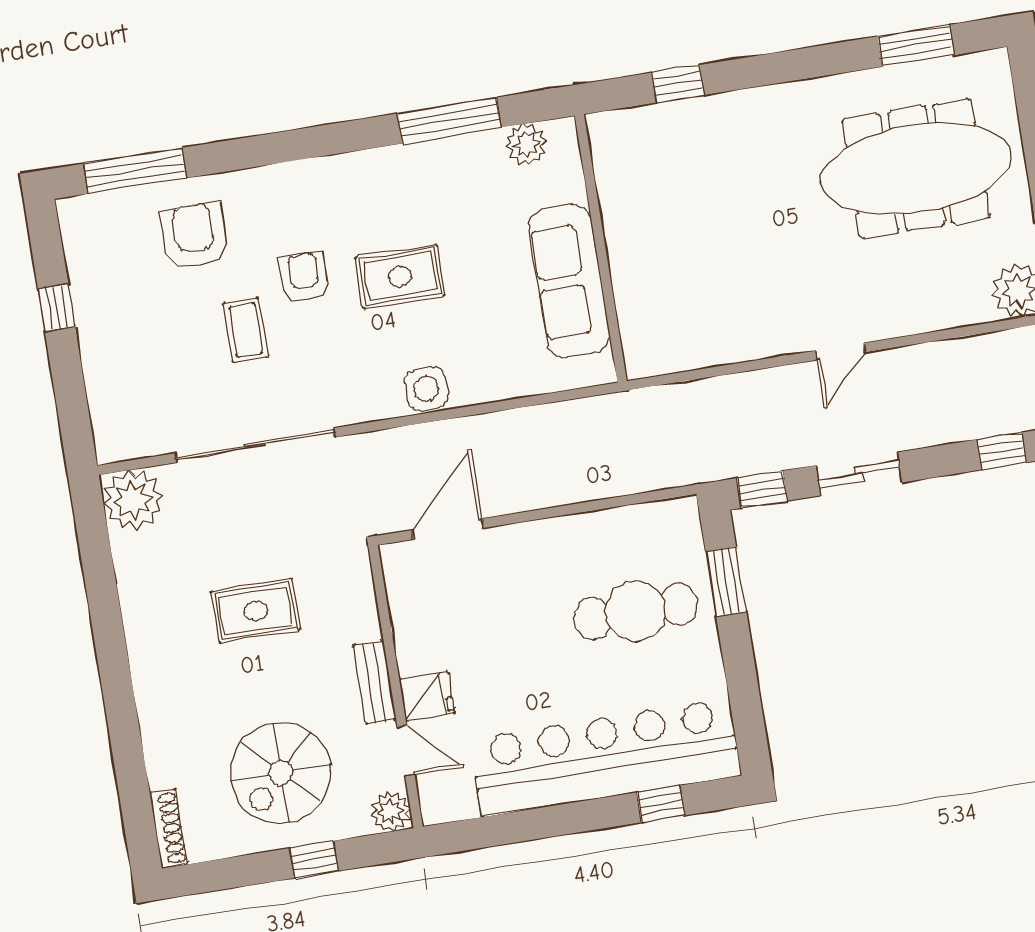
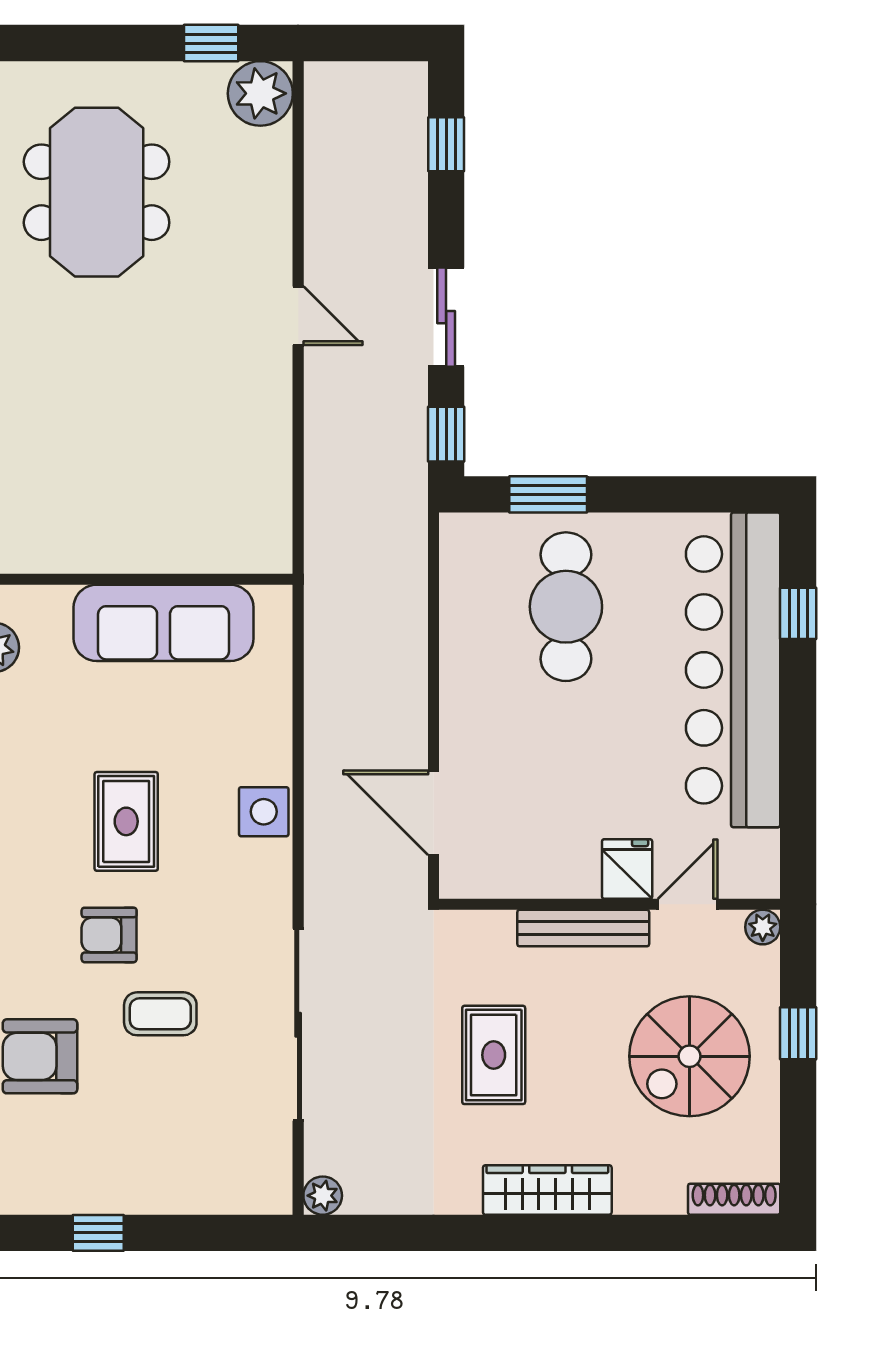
meeting table: (916, 169) -> (97, 192), width x0.73
plant: (133, 500) -> (323, 1196), width x0.53, depth x0.53
wardrobe: (151, 673) -> (547, 1190), added
bench: (375, 682) -> (583, 928), width x1.36
spiral stairs: (281, 773) -> (690, 1056), turned 90
plant: (391, 812) -> (763, 927), width x0.73, depth x0.73

